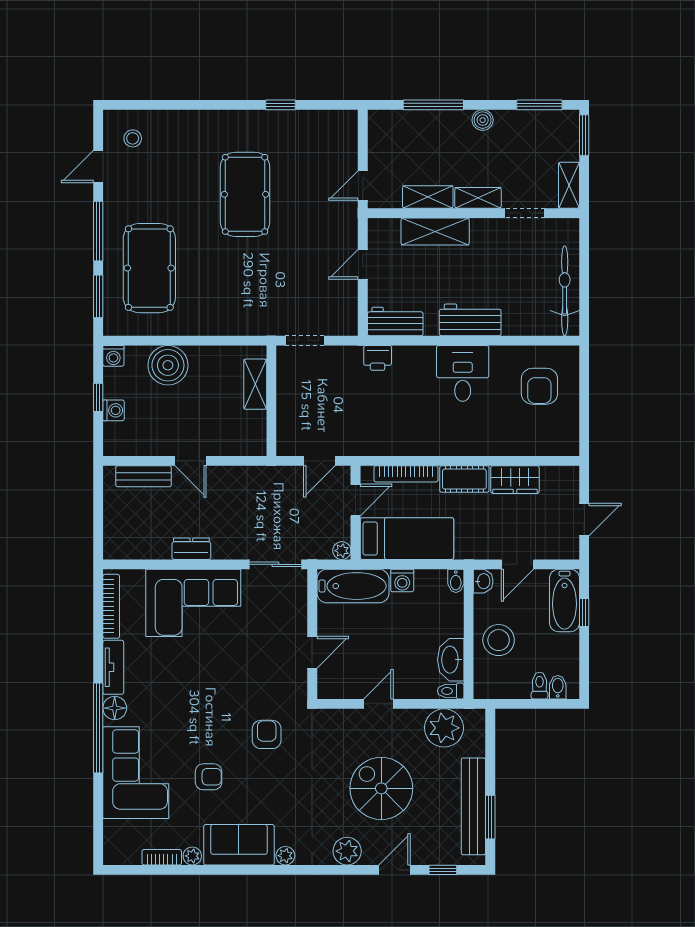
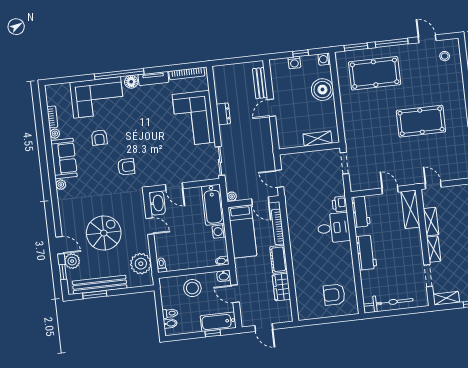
shelving: (435, 231) -> (410, 209), moved
desk: (463, 373) -> (334, 228), moved
washbasin: (451, 660) -> (157, 203), moved, turned 90
plant: (347, 851) -> (72, 261), moved

